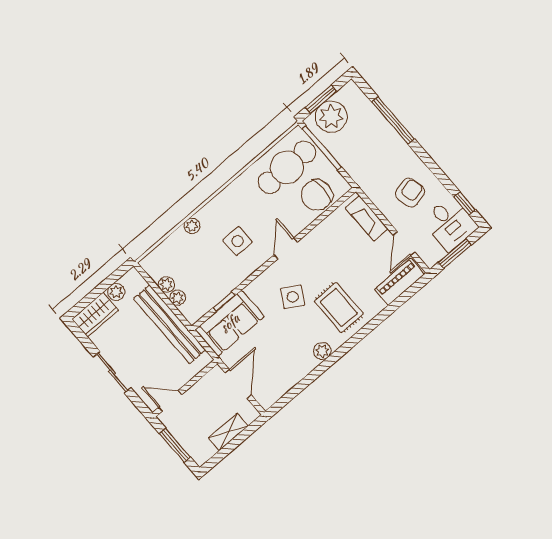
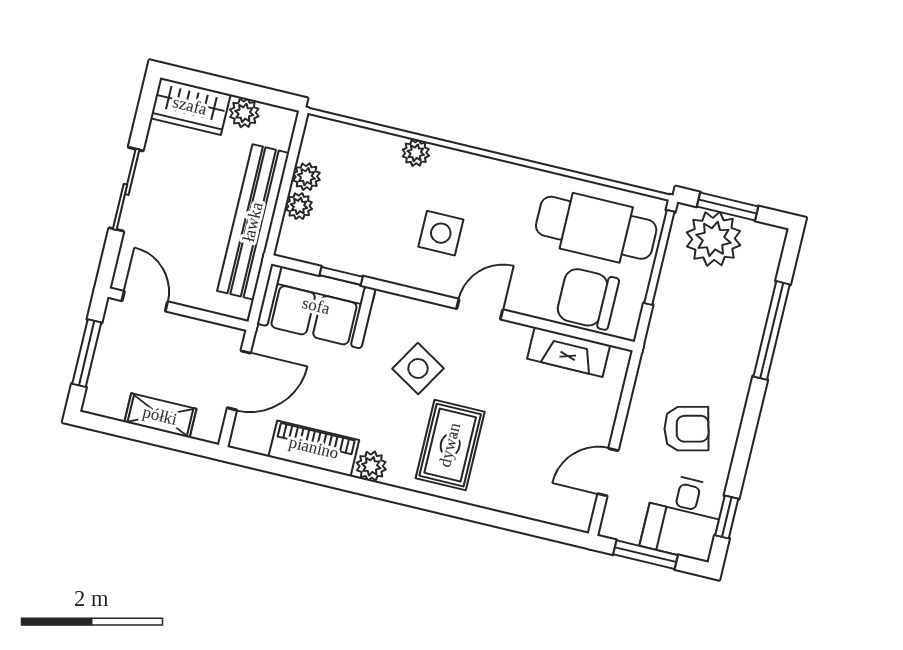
fireplace: (367, 218) -> (569, 352), moved, turned -90
piano: (400, 282) -> (314, 448), moved

